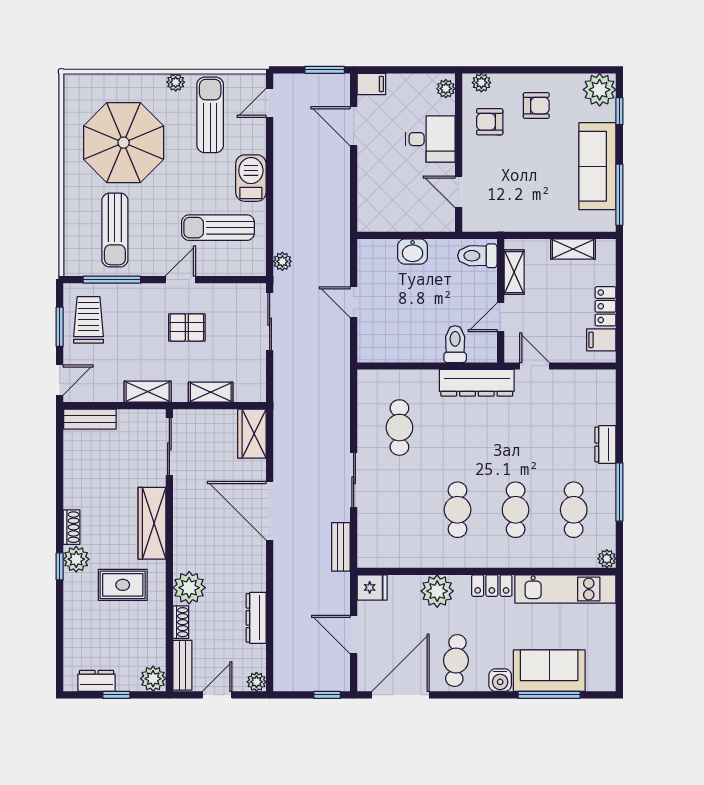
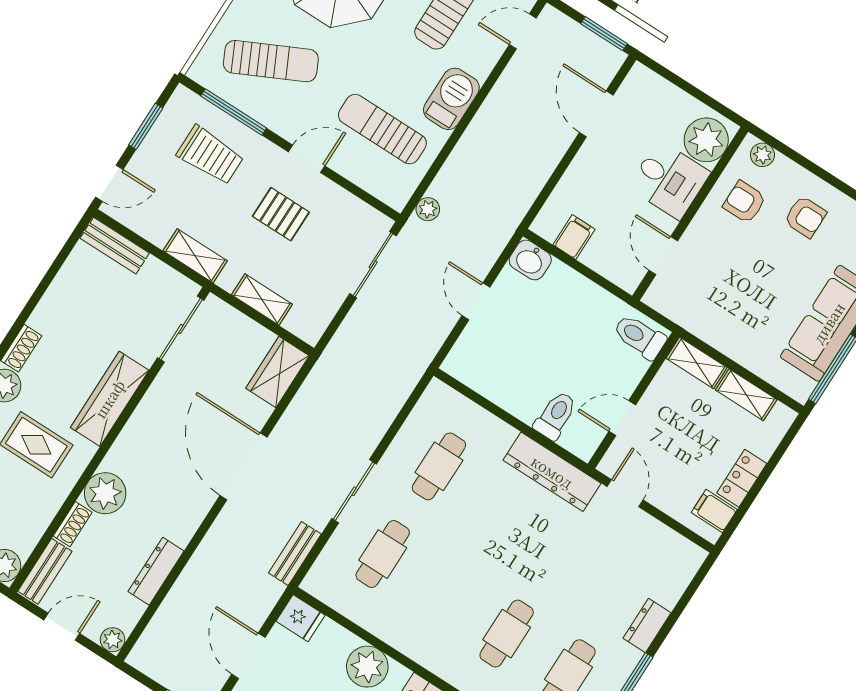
filing cabinet: (371, 84) -> (574, 237), moved, turned -90
plant: (446, 89) -> (706, 140), width x1.87, depth x1.87
sun lounger: (115, 230) -> (271, 61), turned -116
washbasin: (413, 251) -> (530, 260), moved
shelving: (514, 272) -> (697, 363), moved, turned 90
trolley: (89, 320) -> (210, 155), moved, turned 90
cafe table: (457, 510) -> (383, 554), moved

